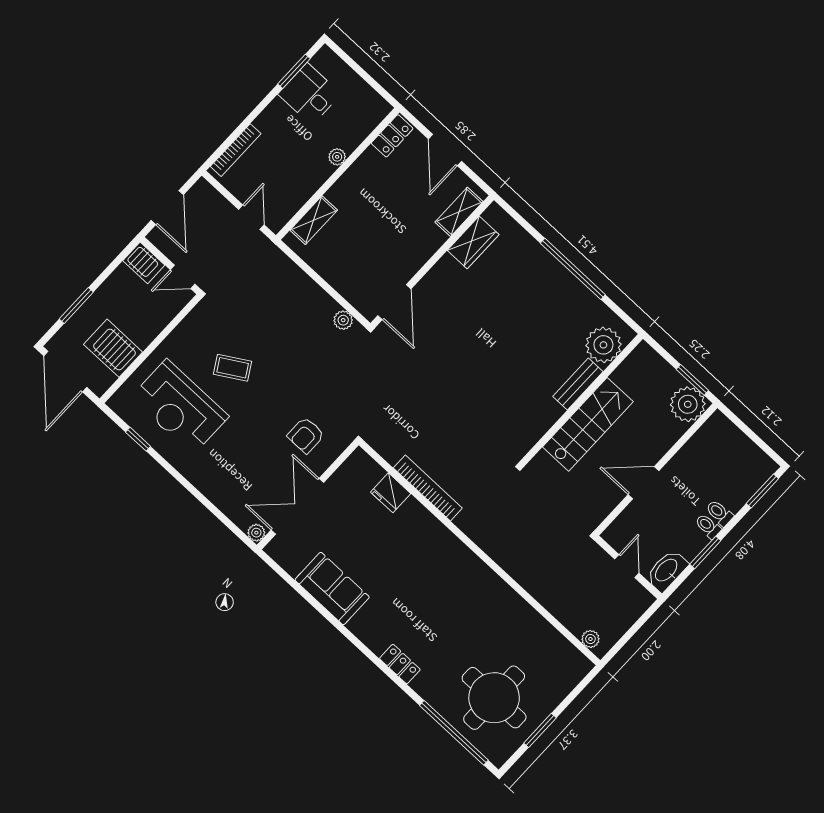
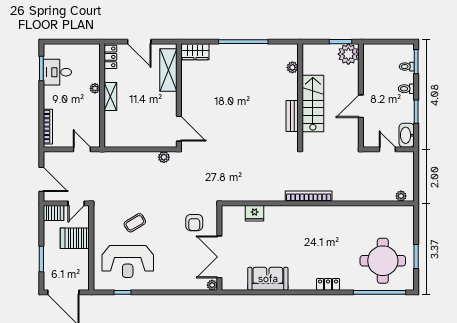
shelving: (459, 212) -> (168, 70), width x1.50, depth x1.33
shelving: (314, 220) -> (110, 96), moved
wardrobe: (473, 242) -> (195, 52), moved, turned 90
plant: (603, 345) -> (292, 67), width x0.53, depth x0.53
server rack: (113, 348) -> (75, 238), moved
bench: (578, 384) -> (292, 116), moved
bookcase: (428, 488) -> (309, 196), moved
toilet: (708, 526) -> (407, 67), moved

